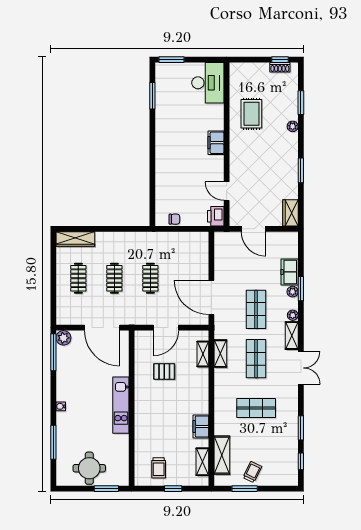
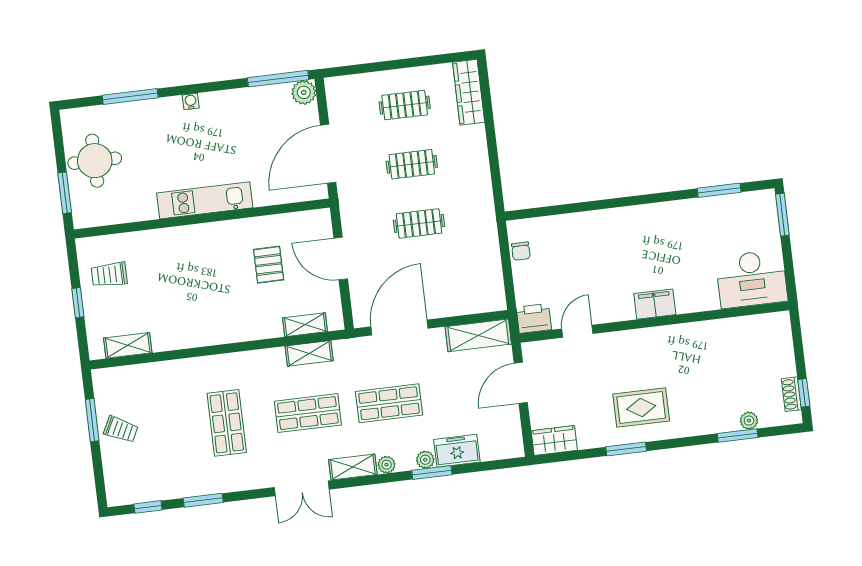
rug: (251, 114) -> (641, 408), moved
plant: (293, 126) -> (749, 421), moved
filing cabinet: (201, 426) -> (185, 336), removed
shelving: (222, 455) -> (478, 335), moved

